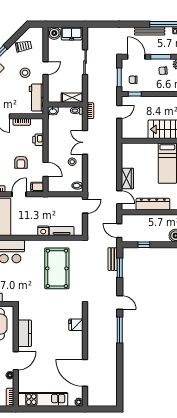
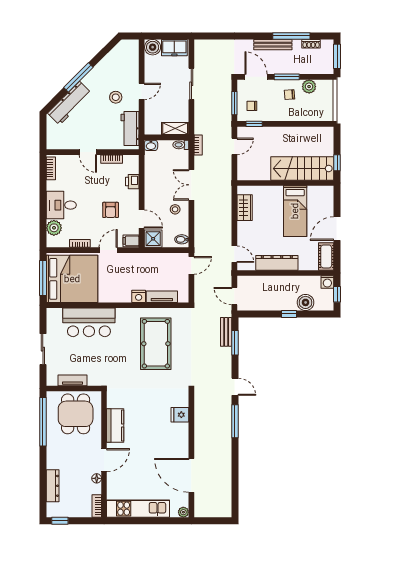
trolley: (24, 46) -> (114, 64), removed
wardrobe: (127, 179) -> (245, 208), moved
shower: (55, 185) -> (153, 239), added
window: (144, 245) -> (289, 314), moved

